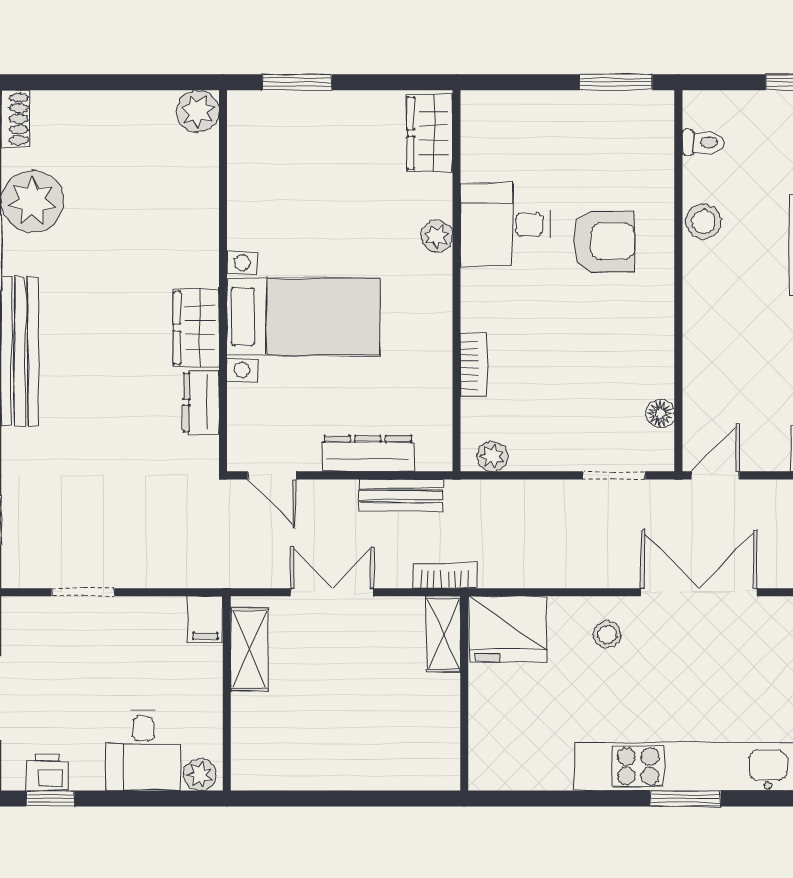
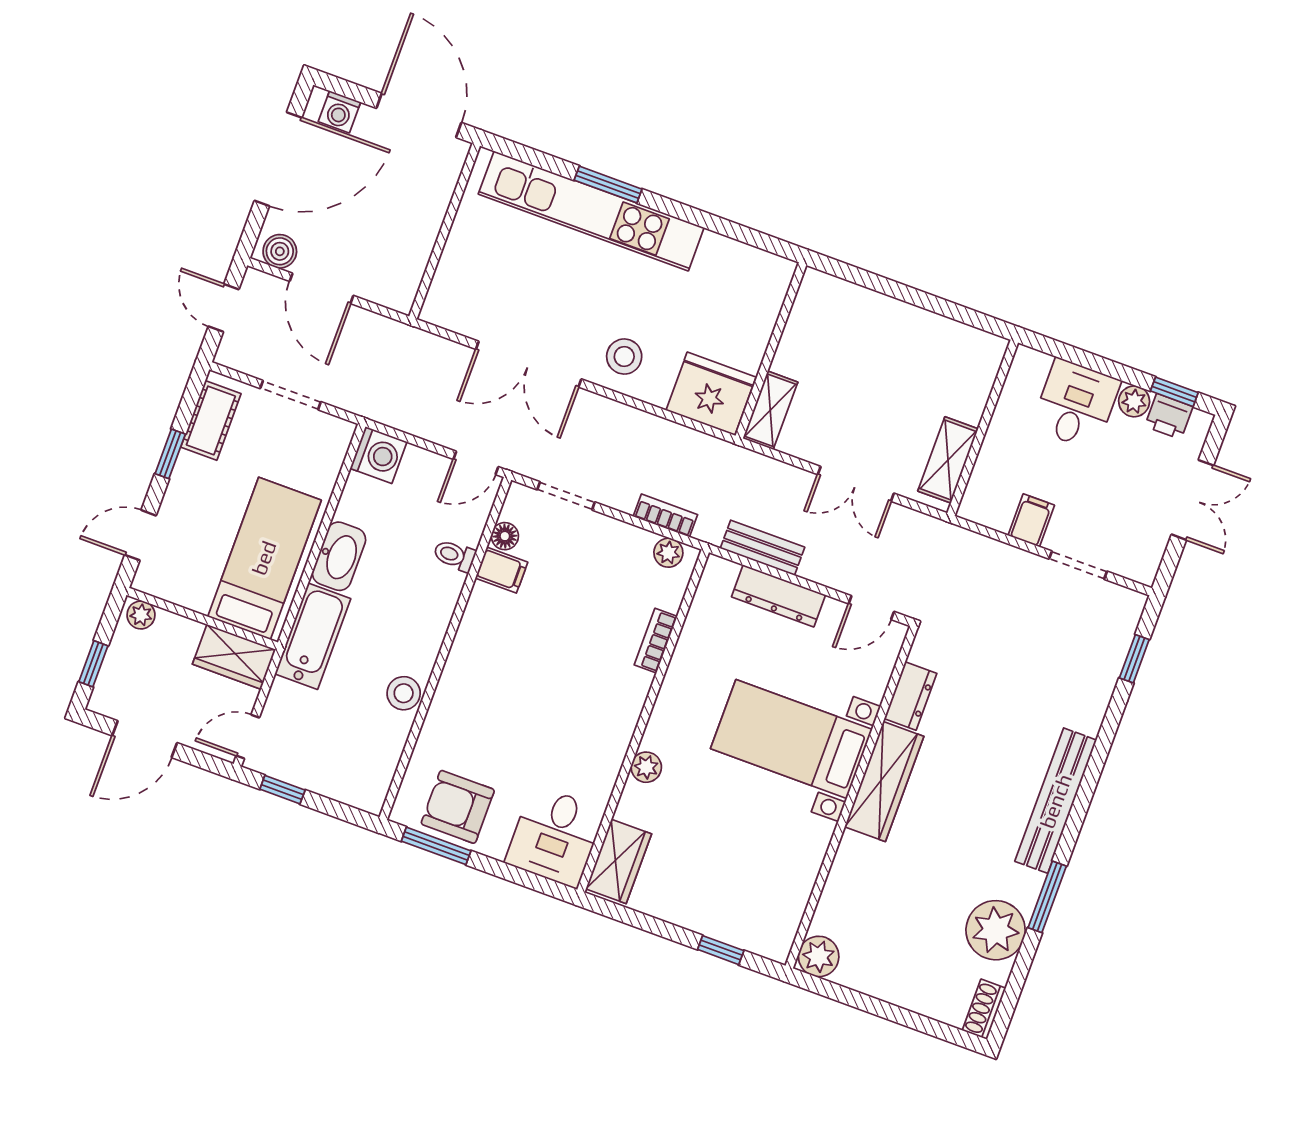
window: (297, 82) -> (721, 950), width x0.67
toilet: (703, 143) -> (454, 555), moved
desk: (505, 224) -> (555, 836), moved, turned 90
armchair: (604, 241) -> (458, 807), moved
wardrobe: (196, 328) -> (884, 782), width x1.50
filing cabinet: (651, 379) -> (501, 570), added
door: (272, 475) -> (871, 608), swing flipped
bookcase: (445, 576) -> (665, 516), moved, turned 180
filing cabinet: (205, 620) -> (1031, 520), moved
stool: (607, 634) -> (624, 357), width x1.37, depth x1.37
plant: (200, 774) -> (1134, 401), moved

